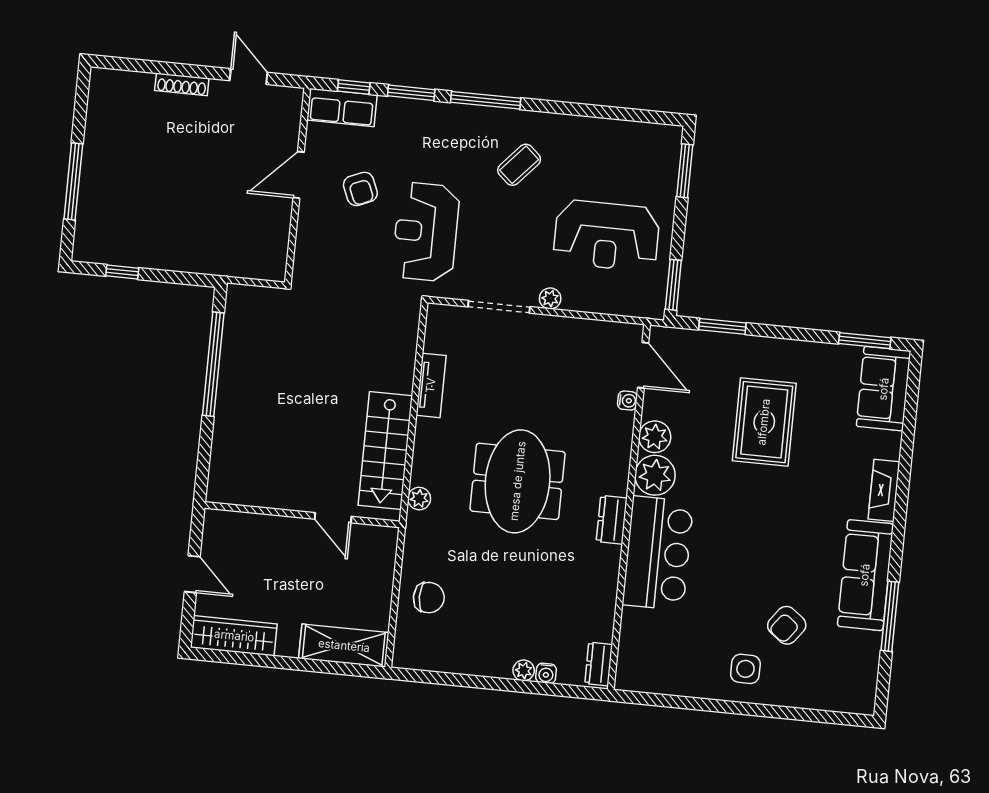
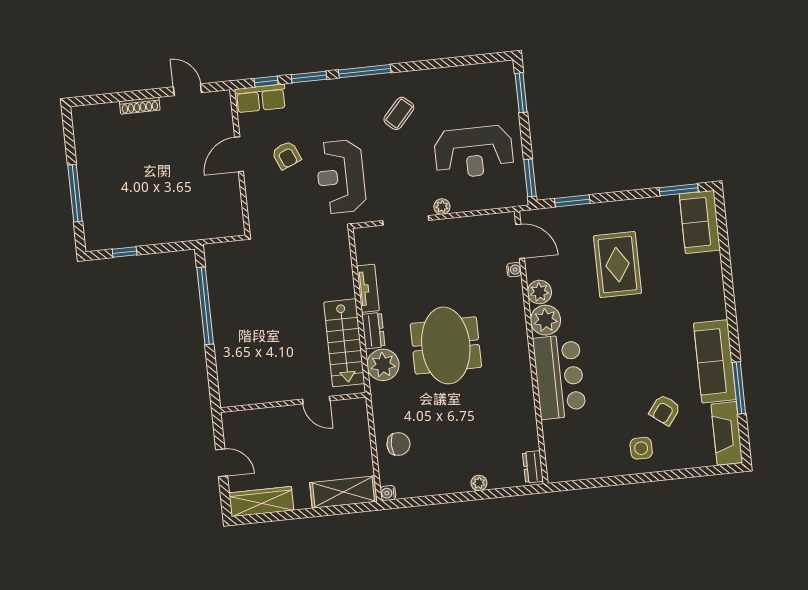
fireplace: (884, 490) -> (727, 433), moved, width x1.37, depth x1.32
plant: (419, 499) -> (383, 365), width x1.88, depth x1.88
dresser: (612, 520) -> (373, 331), moved, turned 180
water cooler: (546, 673) -> (388, 493), moved, turned 90

